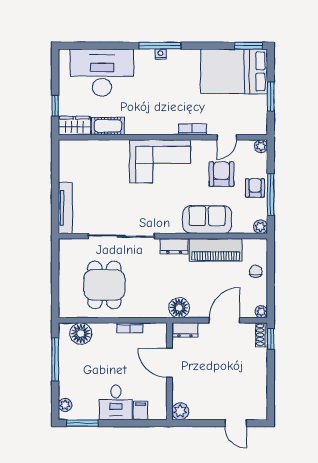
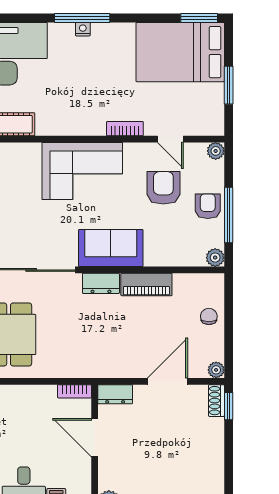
door: (227, 137) -> (170, 139), hinge flipped
sofa: (207, 220) -> (111, 248), moved
piano: (216, 250) -> (146, 284), width x0.73, depth x0.75
floor lamp: (179, 308) -> (107, 365), removed
bookcase: (130, 328) -> (75, 391), moved

